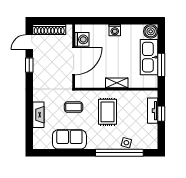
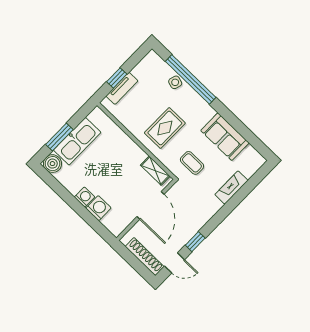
washing machine: (82, 39) -> (98, 208), moved, turned 90
door: (74, 61) -> (151, 205), swing flipped
window: (161, 65) -> (59, 137), moved
shelving: (117, 83) -> (155, 171), moved

